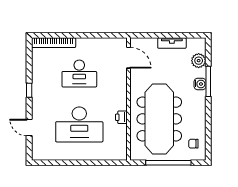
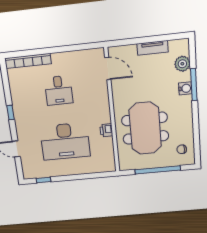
desk: (79, 74) -> (59, 90), width x0.73
meeting table: (159, 119) -> (145, 128), width x0.73
window: (52, 163) -> (43, 180), added

